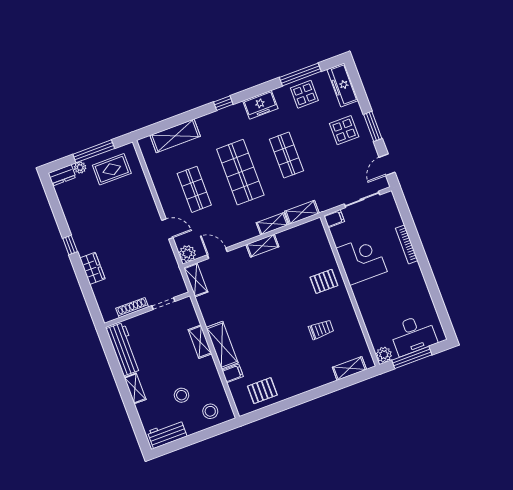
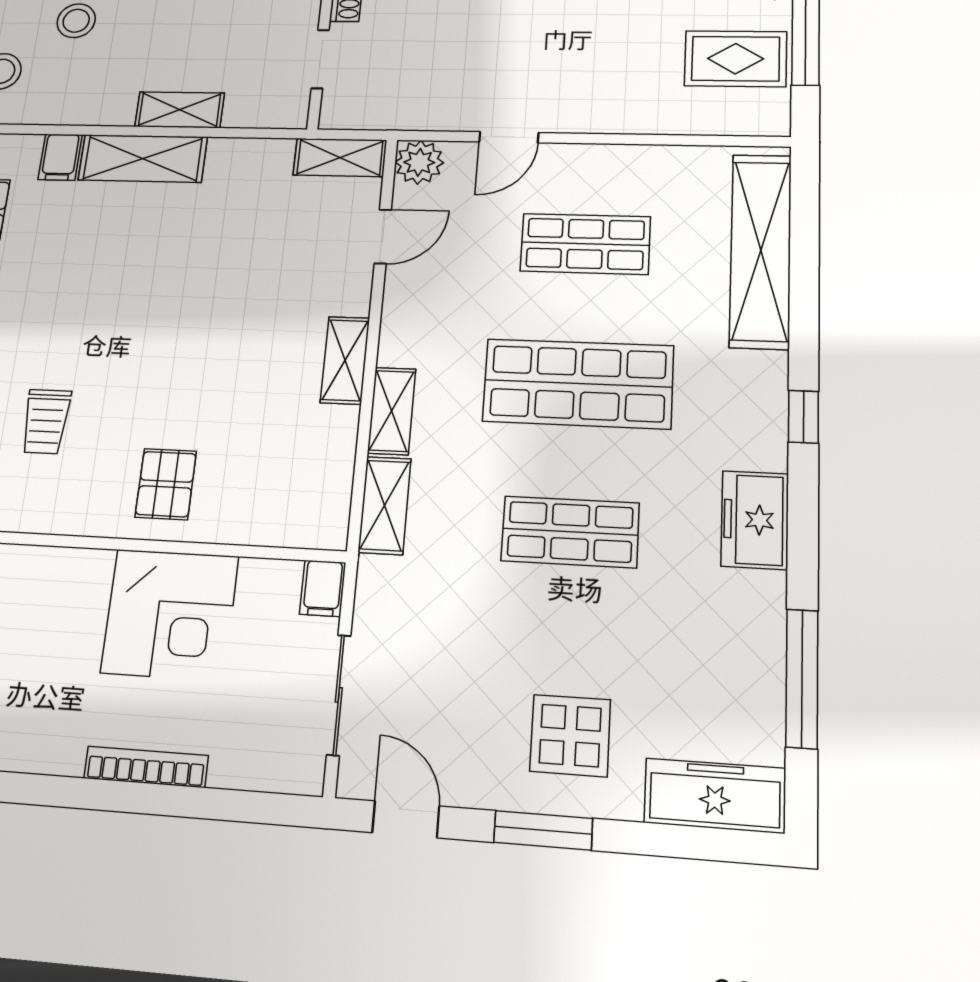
display table: (304, 94) -> (734, 664), removed
shelving: (175, 136) -> (761, 250), width x1.47
rug: (112, 169) -> (736, 59), turned 90

